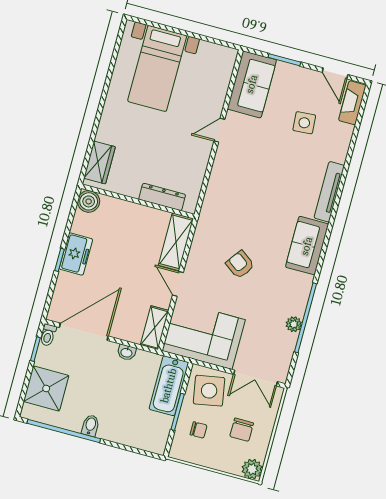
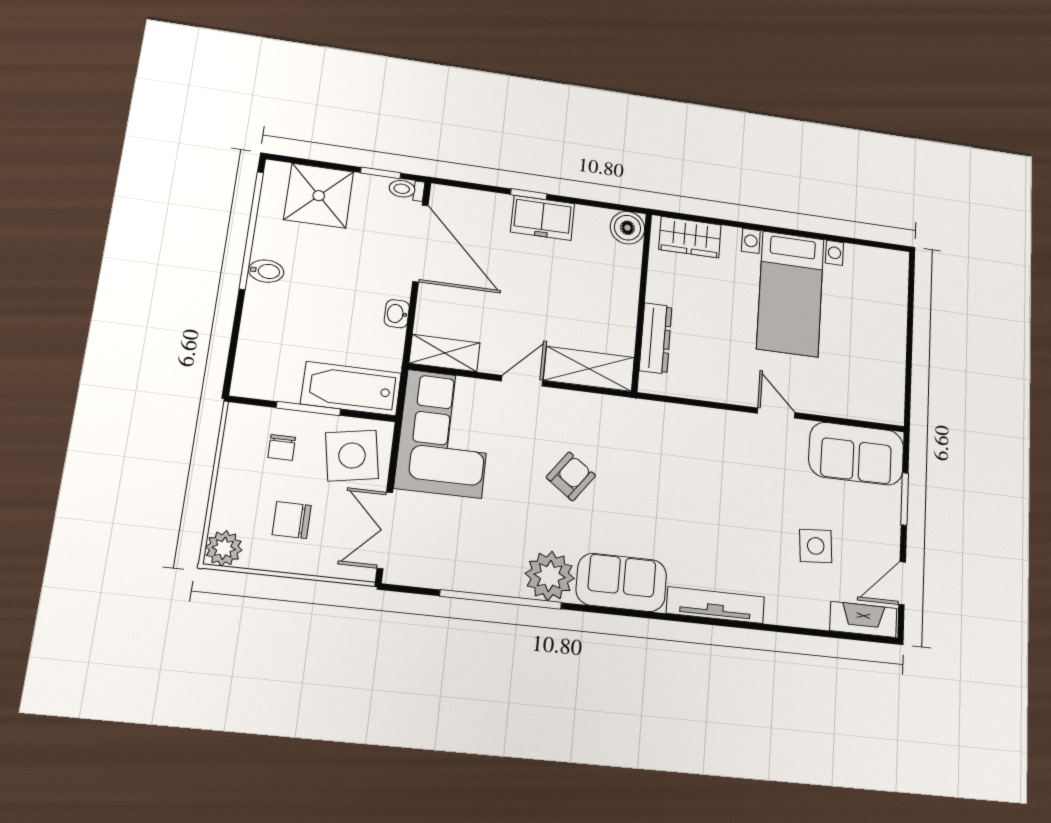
bed with nightstands: (157, 68) -> (790, 294), moved, turned -90
plant: (294, 324) -> (550, 576), moved, width x1.88, depth x1.88

